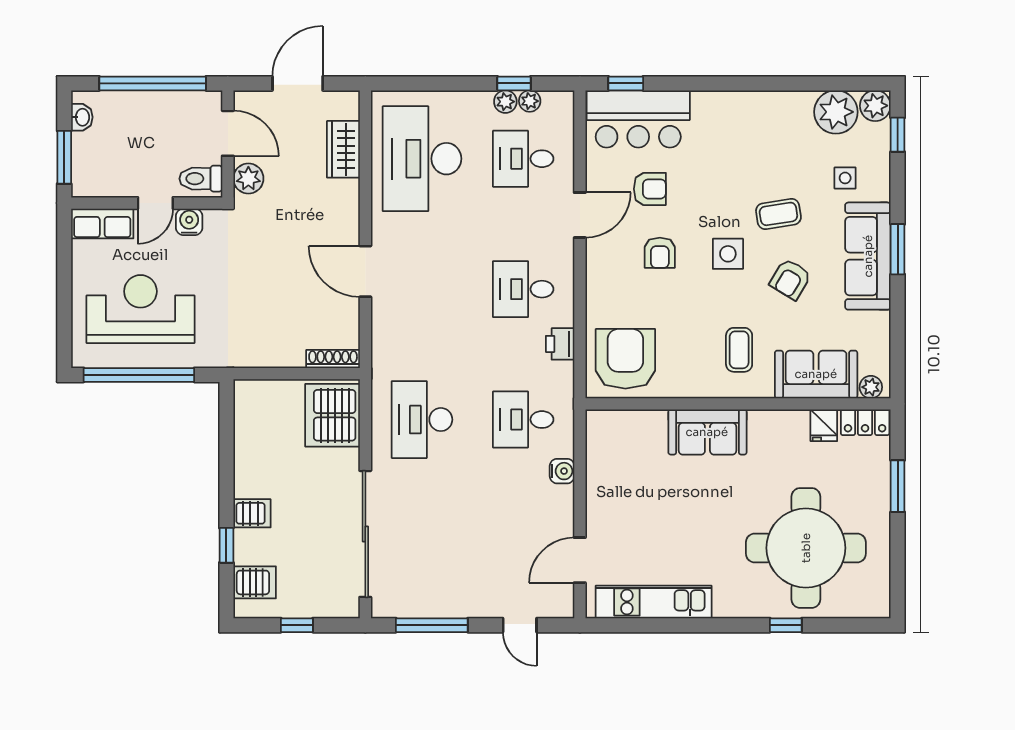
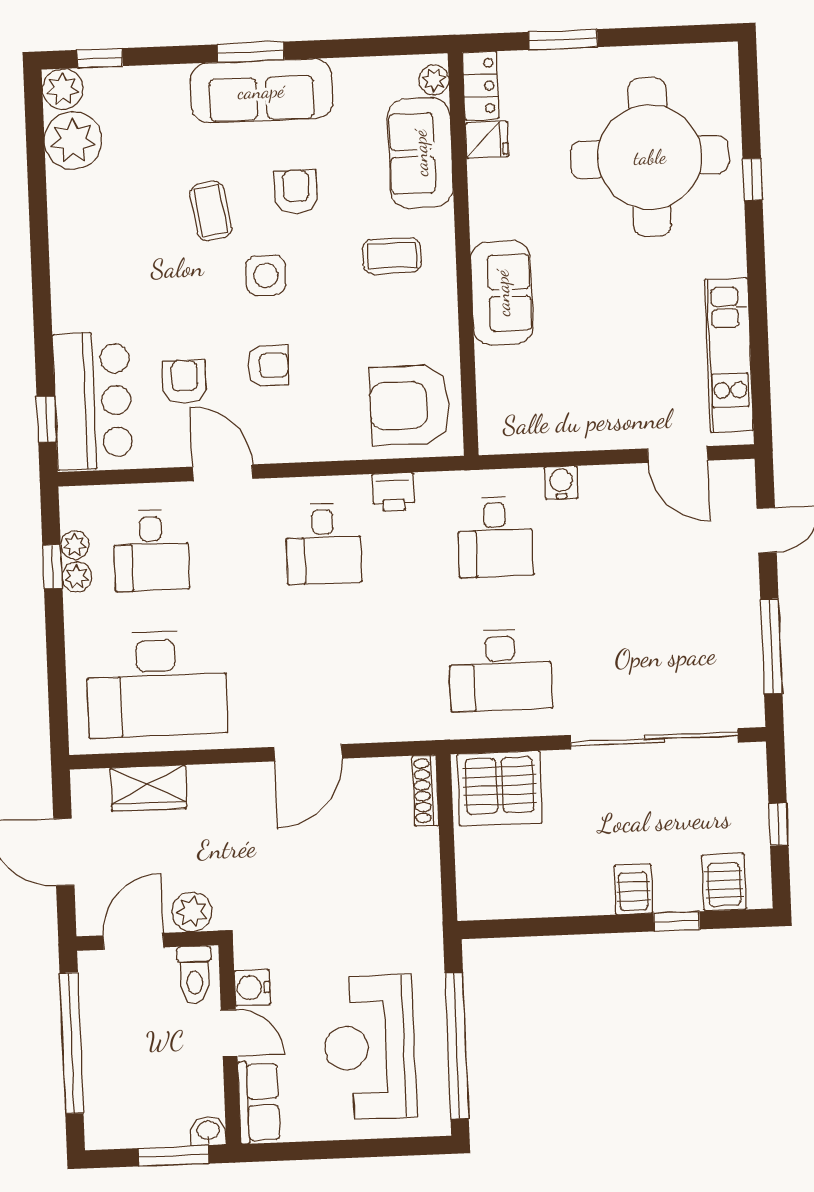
washbasin: (82, 117) -> (208, 1131), moved
side table: (845, 178) -> (160, 125), removed
armchair: (790, 279) -> (296, 192), turned -121

